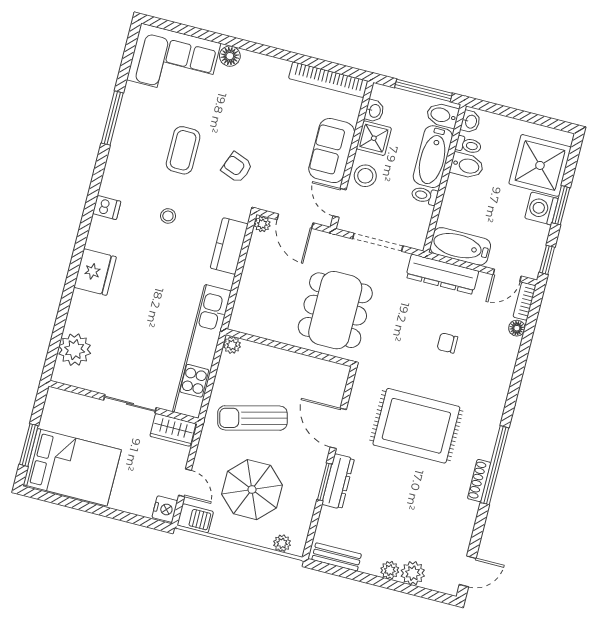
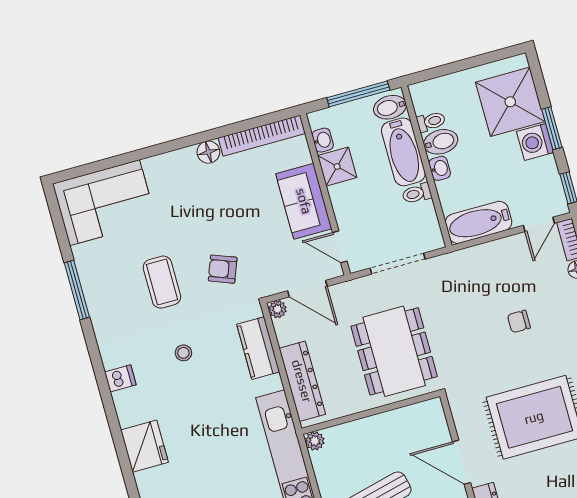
floor lamp: (230, 56) -> (208, 152), moved
washbasin: (471, 122) -> (440, 168), moved
stool: (365, 176) -> (349, 207), removed
dresser: (442, 274) -> (302, 381), moved, turned -90

